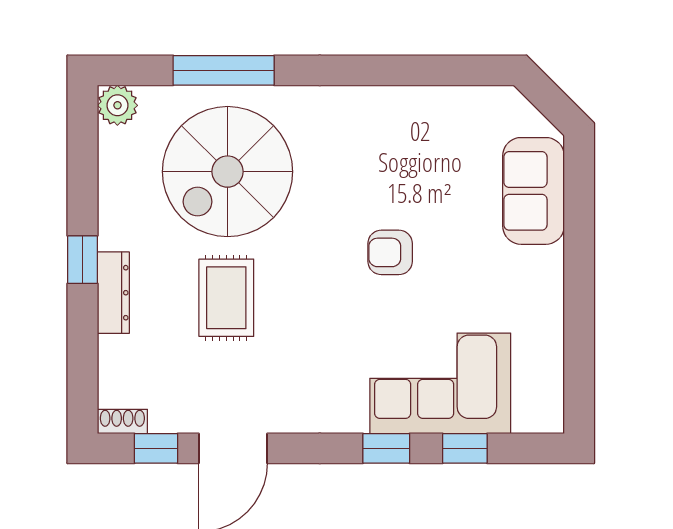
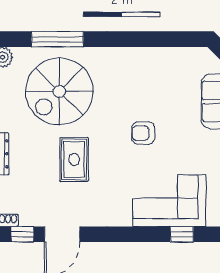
rug: (226, 298) -> (74, 159), moved
window: (386, 448) -> (141, 234), removed

